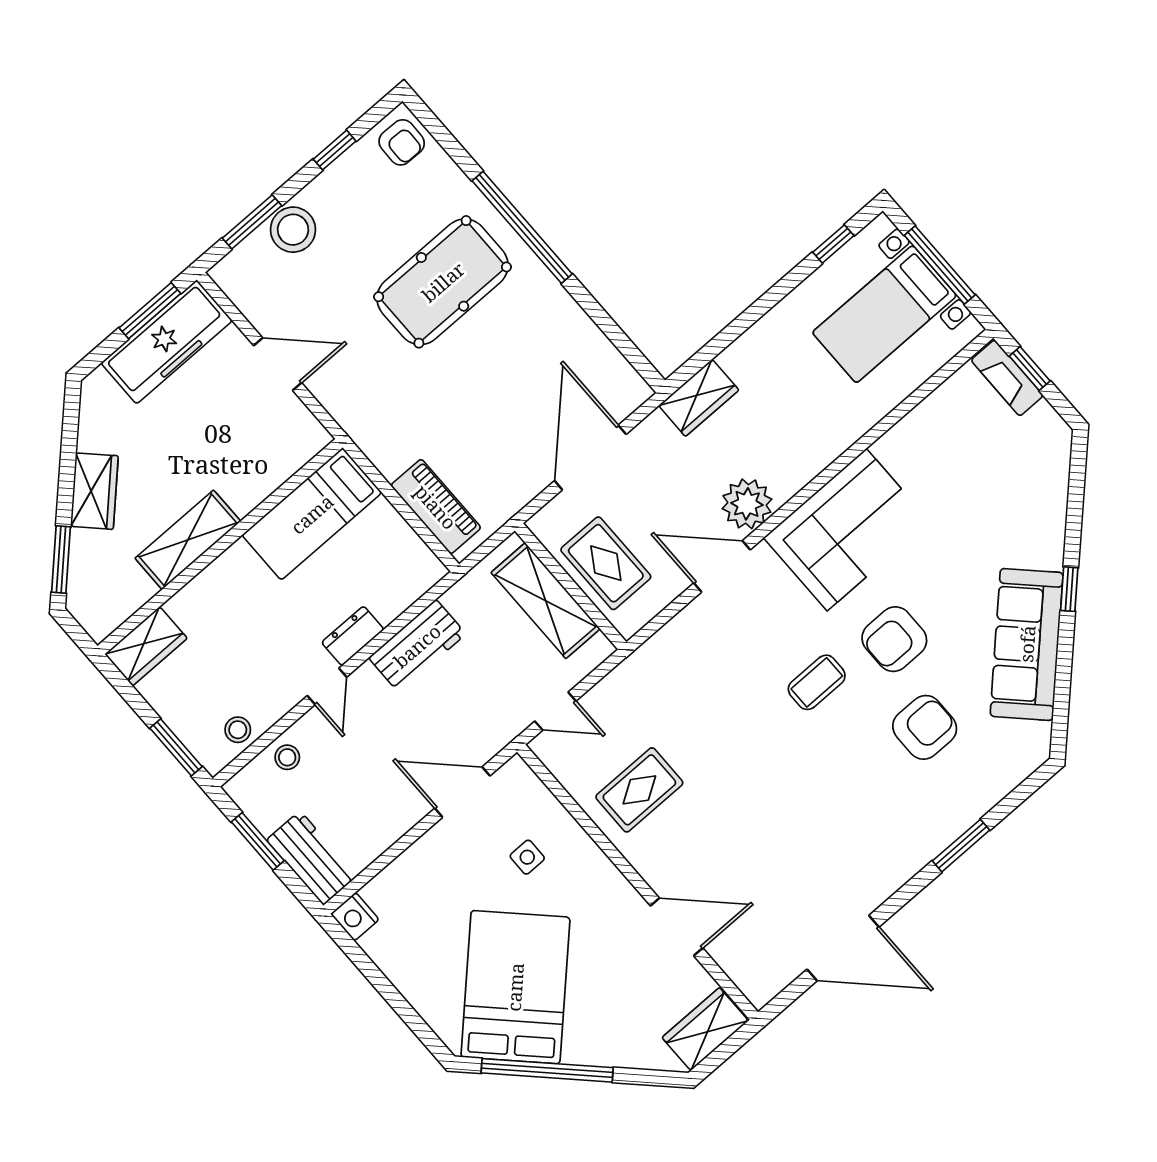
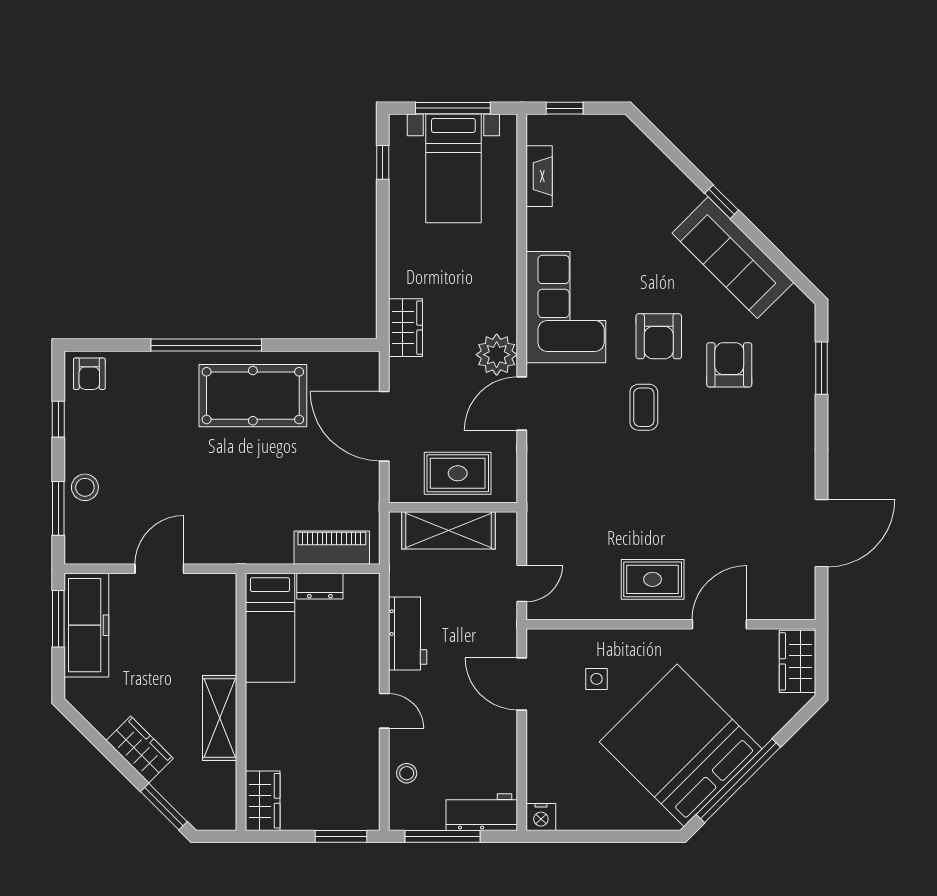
armchair: (402, 142) -> (89, 374), turned 89
stool: (293, 230) -> (85, 487), width x0.73, depth x0.73
pool table: (443, 282) -> (253, 396), moved, turned 90
fireplace: (1007, 378) -> (539, 176), moved, turned -90
dresser: (353, 636) -> (320, 586), moved, turned -90
stool: (238, 730) -> (363, 789), removed
rug: (639, 790) -> (653, 579), moved, turned 90
door: (462, 792) -> (522, 684), hinge flipped
window: (258, 841) -> (443, 836), width x1.44
window: (961, 846) -> (822, 368), moved
bed: (515, 987) -> (681, 745), width x1.36

